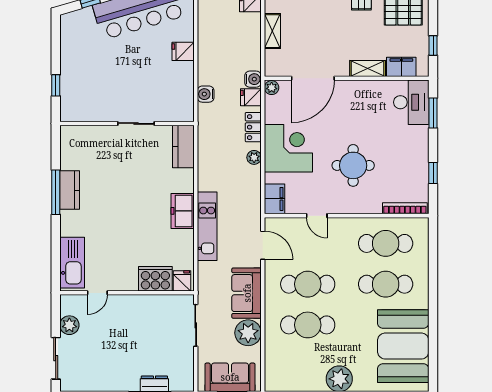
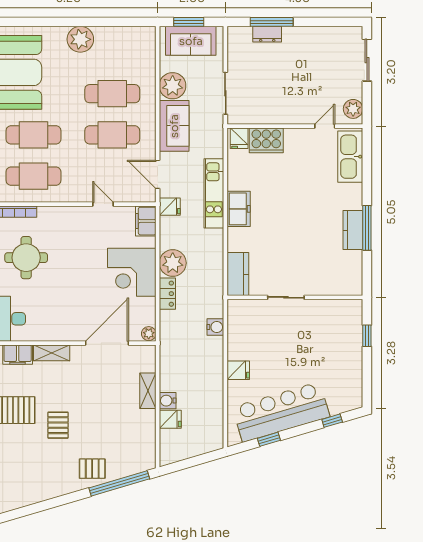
water cooler: (253, 79) -> (168, 401), moved
fridge: (251, 97) -> (170, 207), moved
plant: (254, 157) -> (173, 263), width x1.88, depth x1.88
round table: (353, 165) -> (26, 258), moved
plant: (69, 325) -> (353, 109), moved

